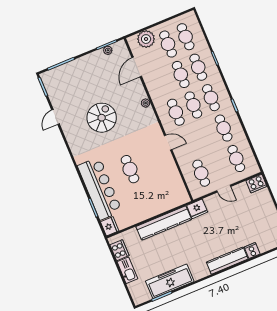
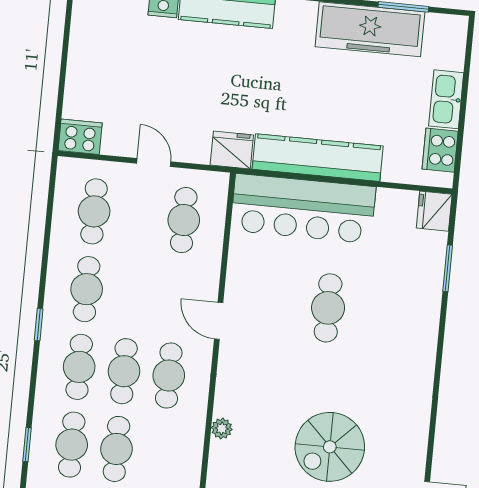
bar counter: (100, 189) -> (303, 209), moved, turned -90

